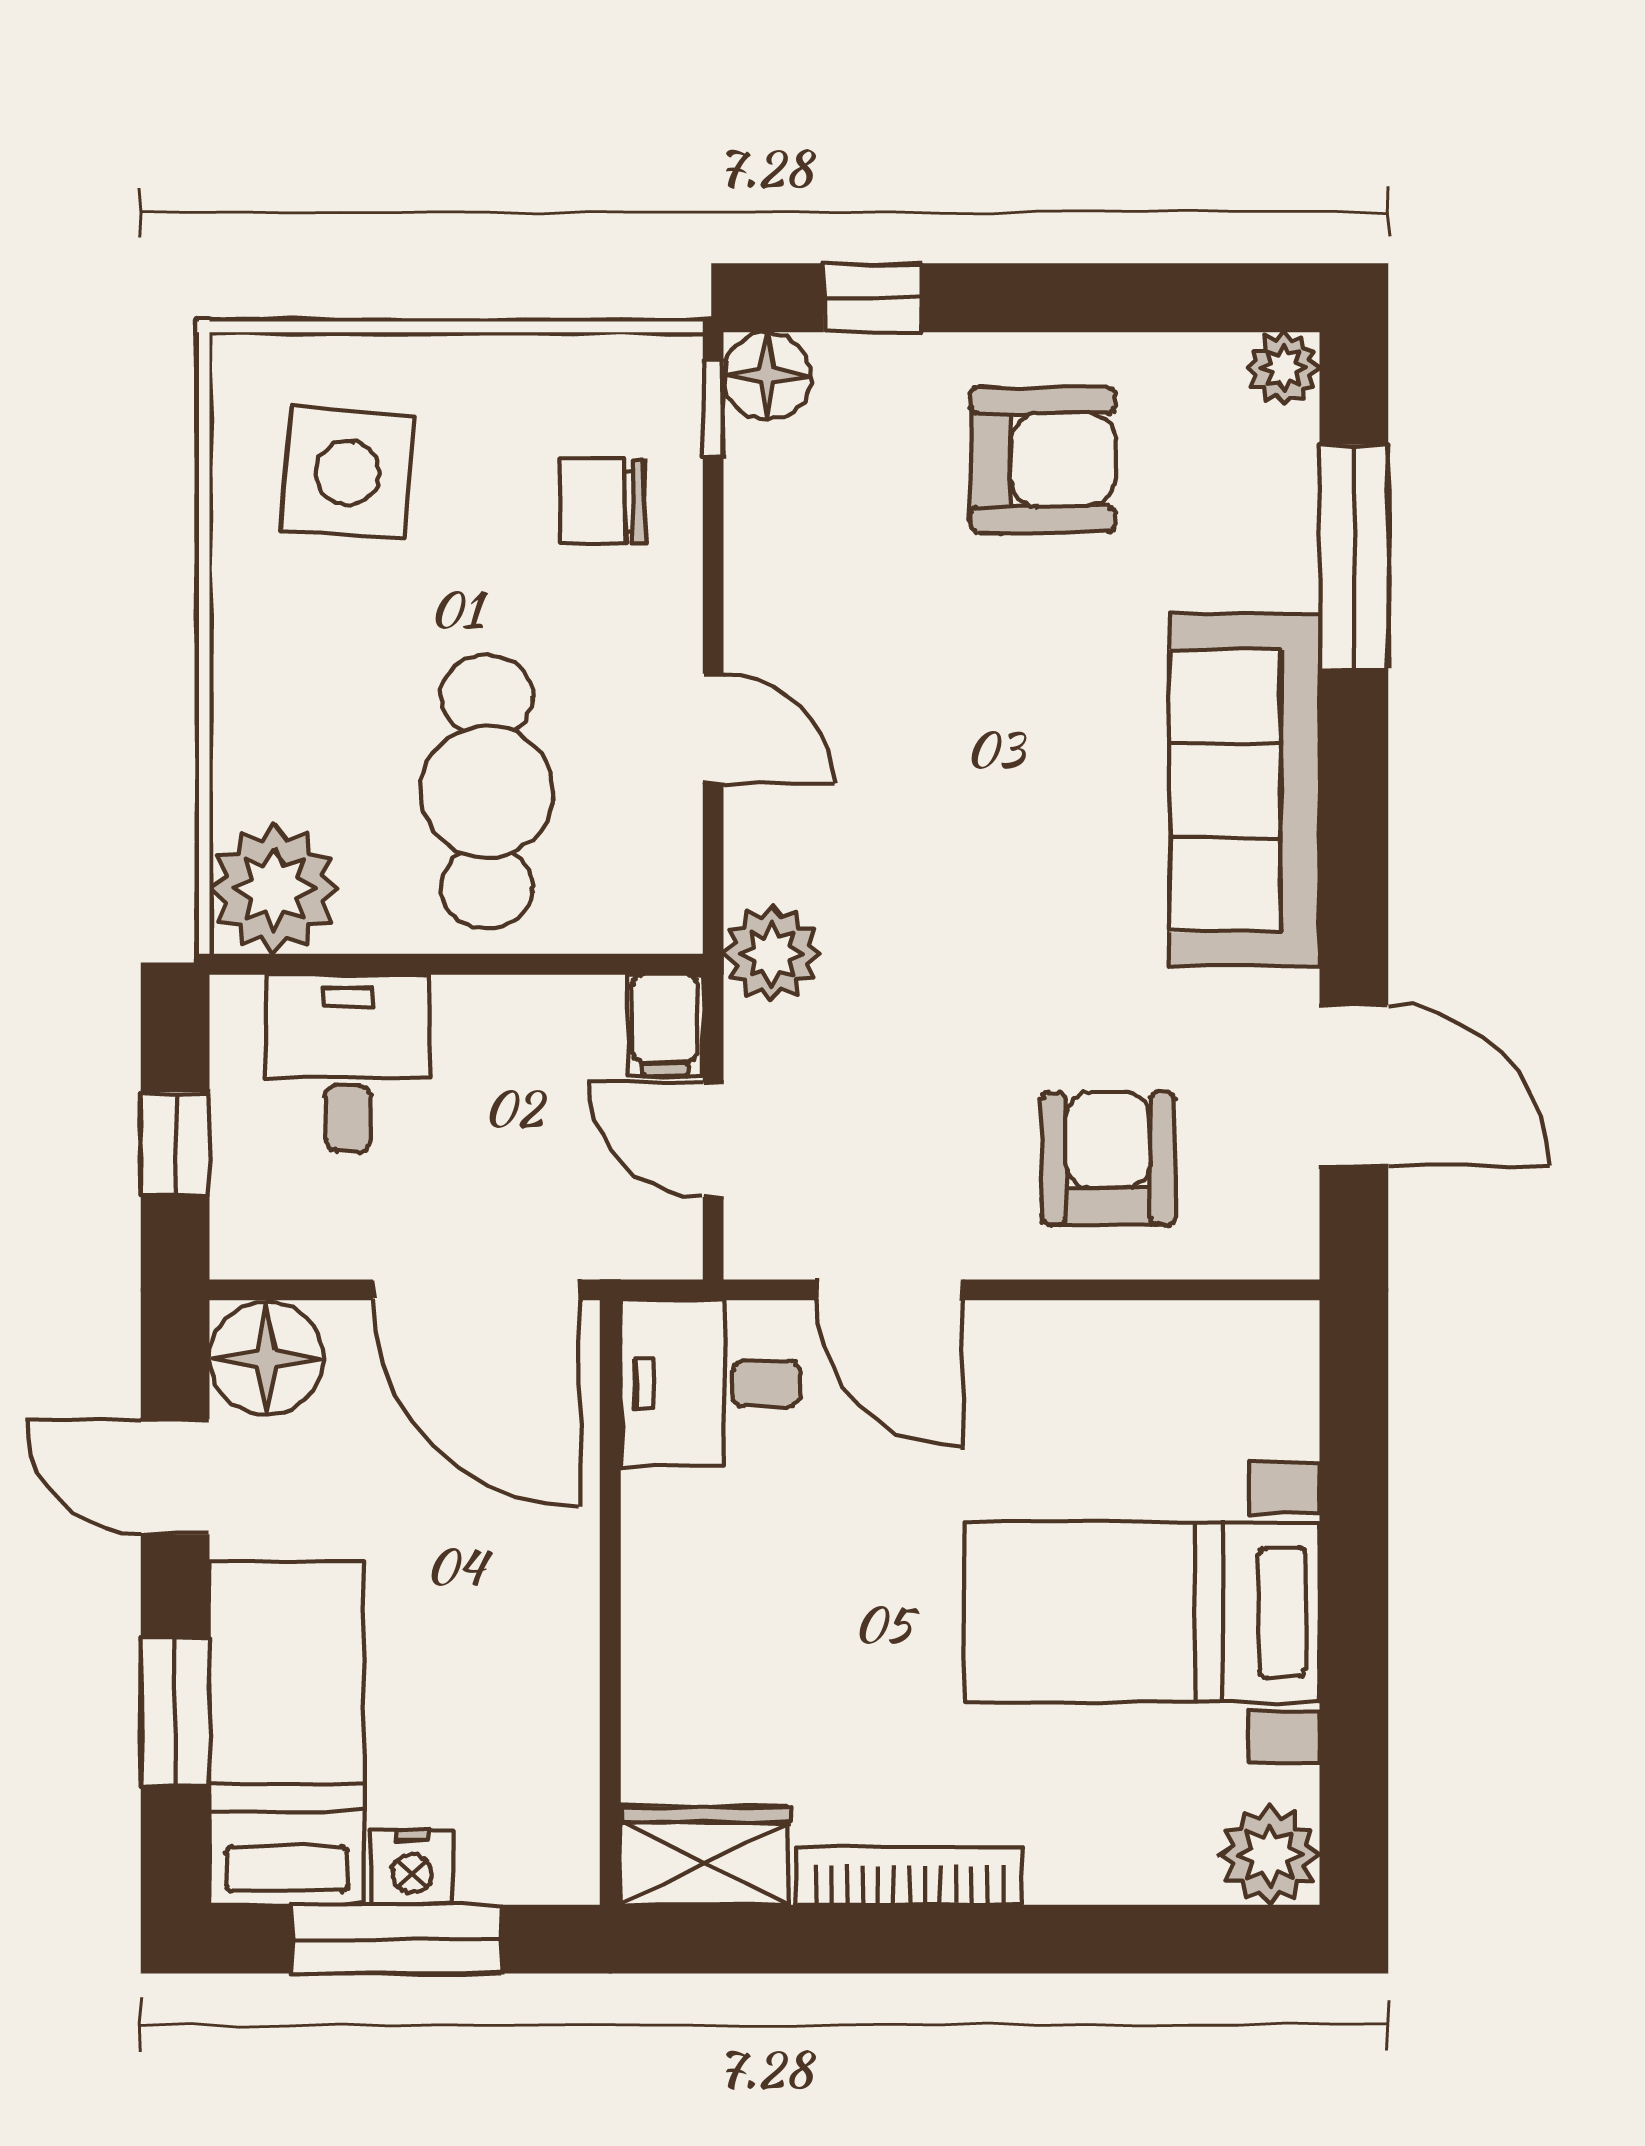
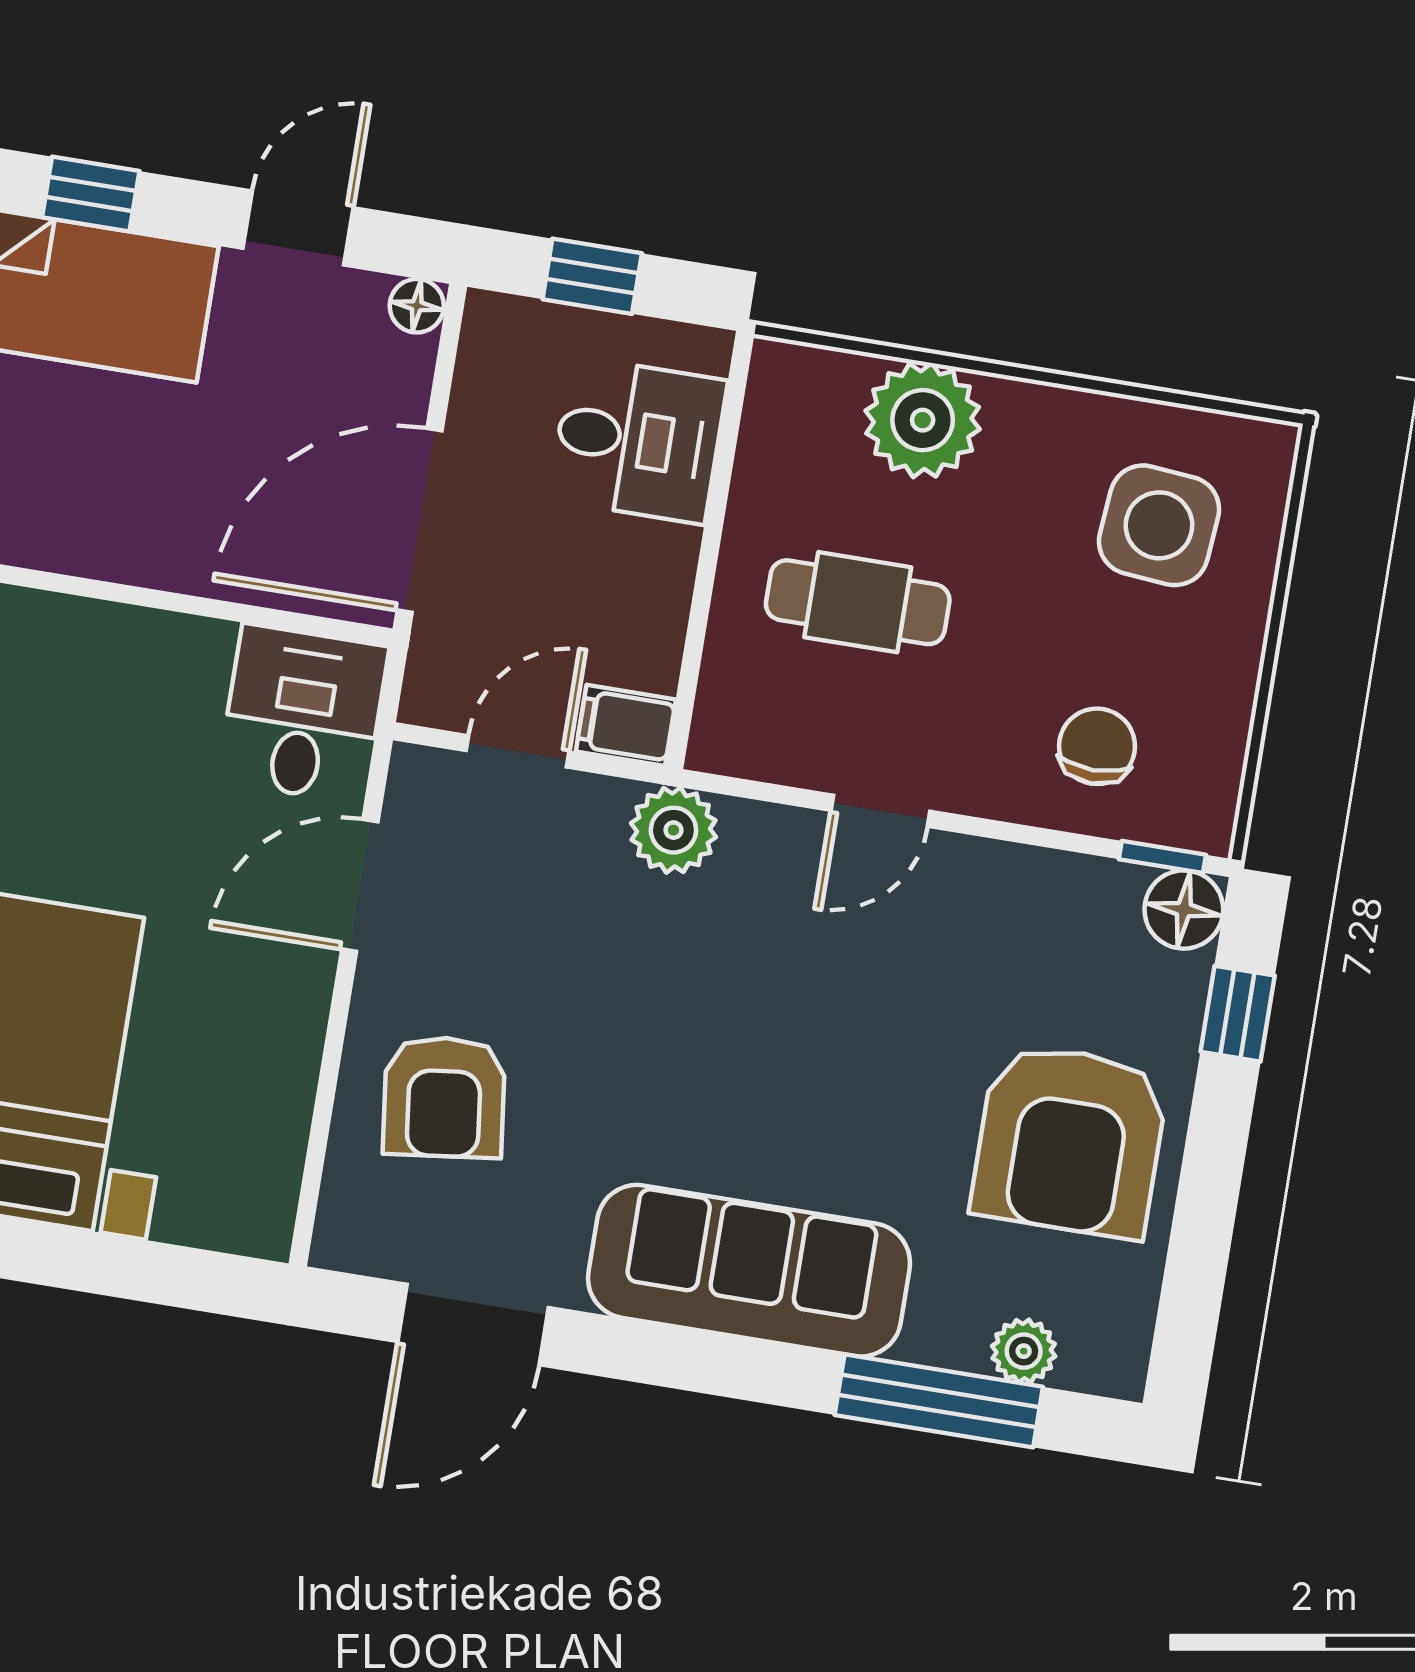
plant: (1284, 368) -> (1024, 1351), moved
armchair: (1043, 460) -> (1070, 1141), width x1.36, depth x1.36
cafe table: (487, 791) -> (858, 602), width x0.73, depth x0.74
plant: (274, 889) -> (923, 420), moved
armchair: (1108, 1159) -> (444, 1097), turned 83
floor lamp: (266, 1358) -> (417, 306), width x0.53, depth x0.53
window: (175, 1712) -> (91, 194), width x0.67

